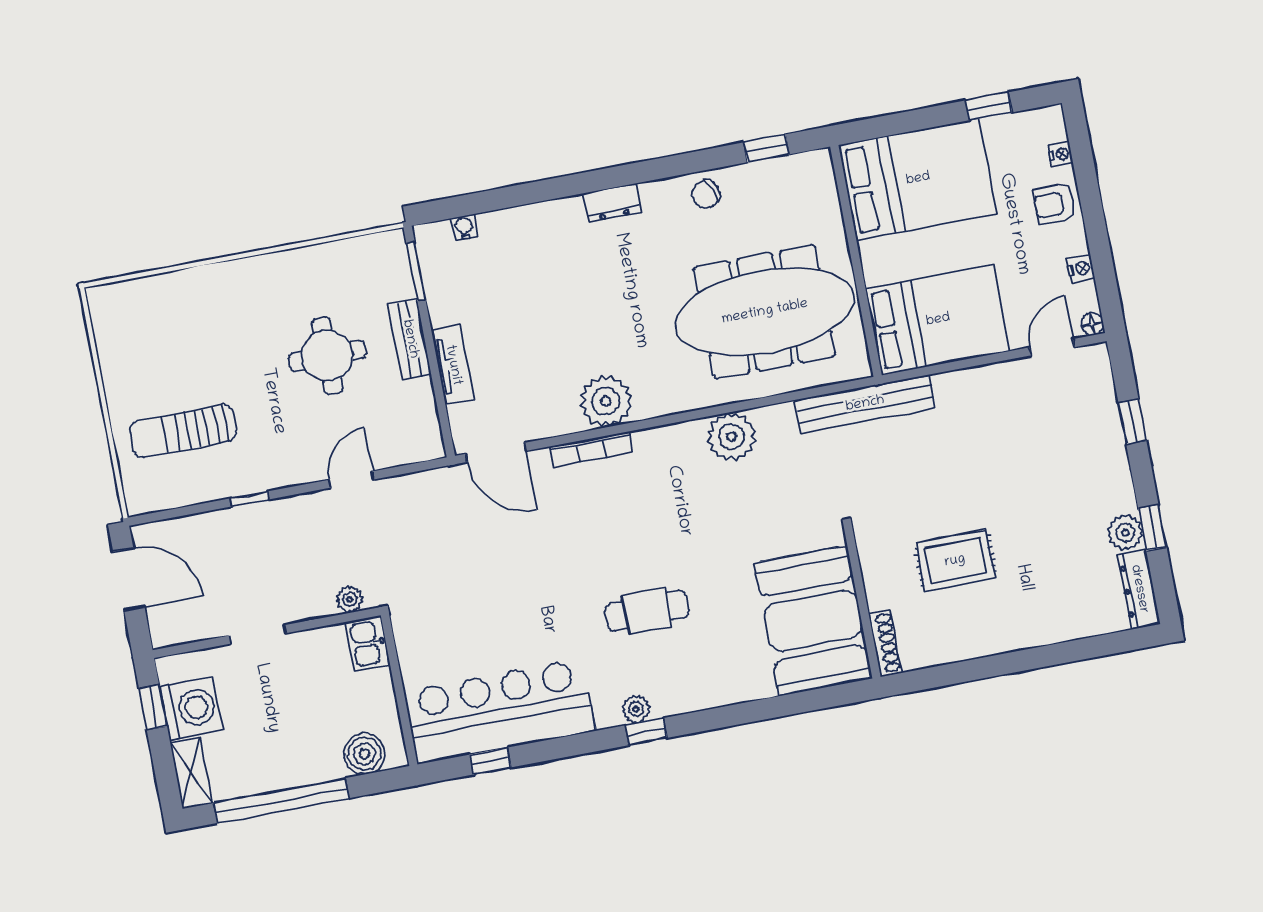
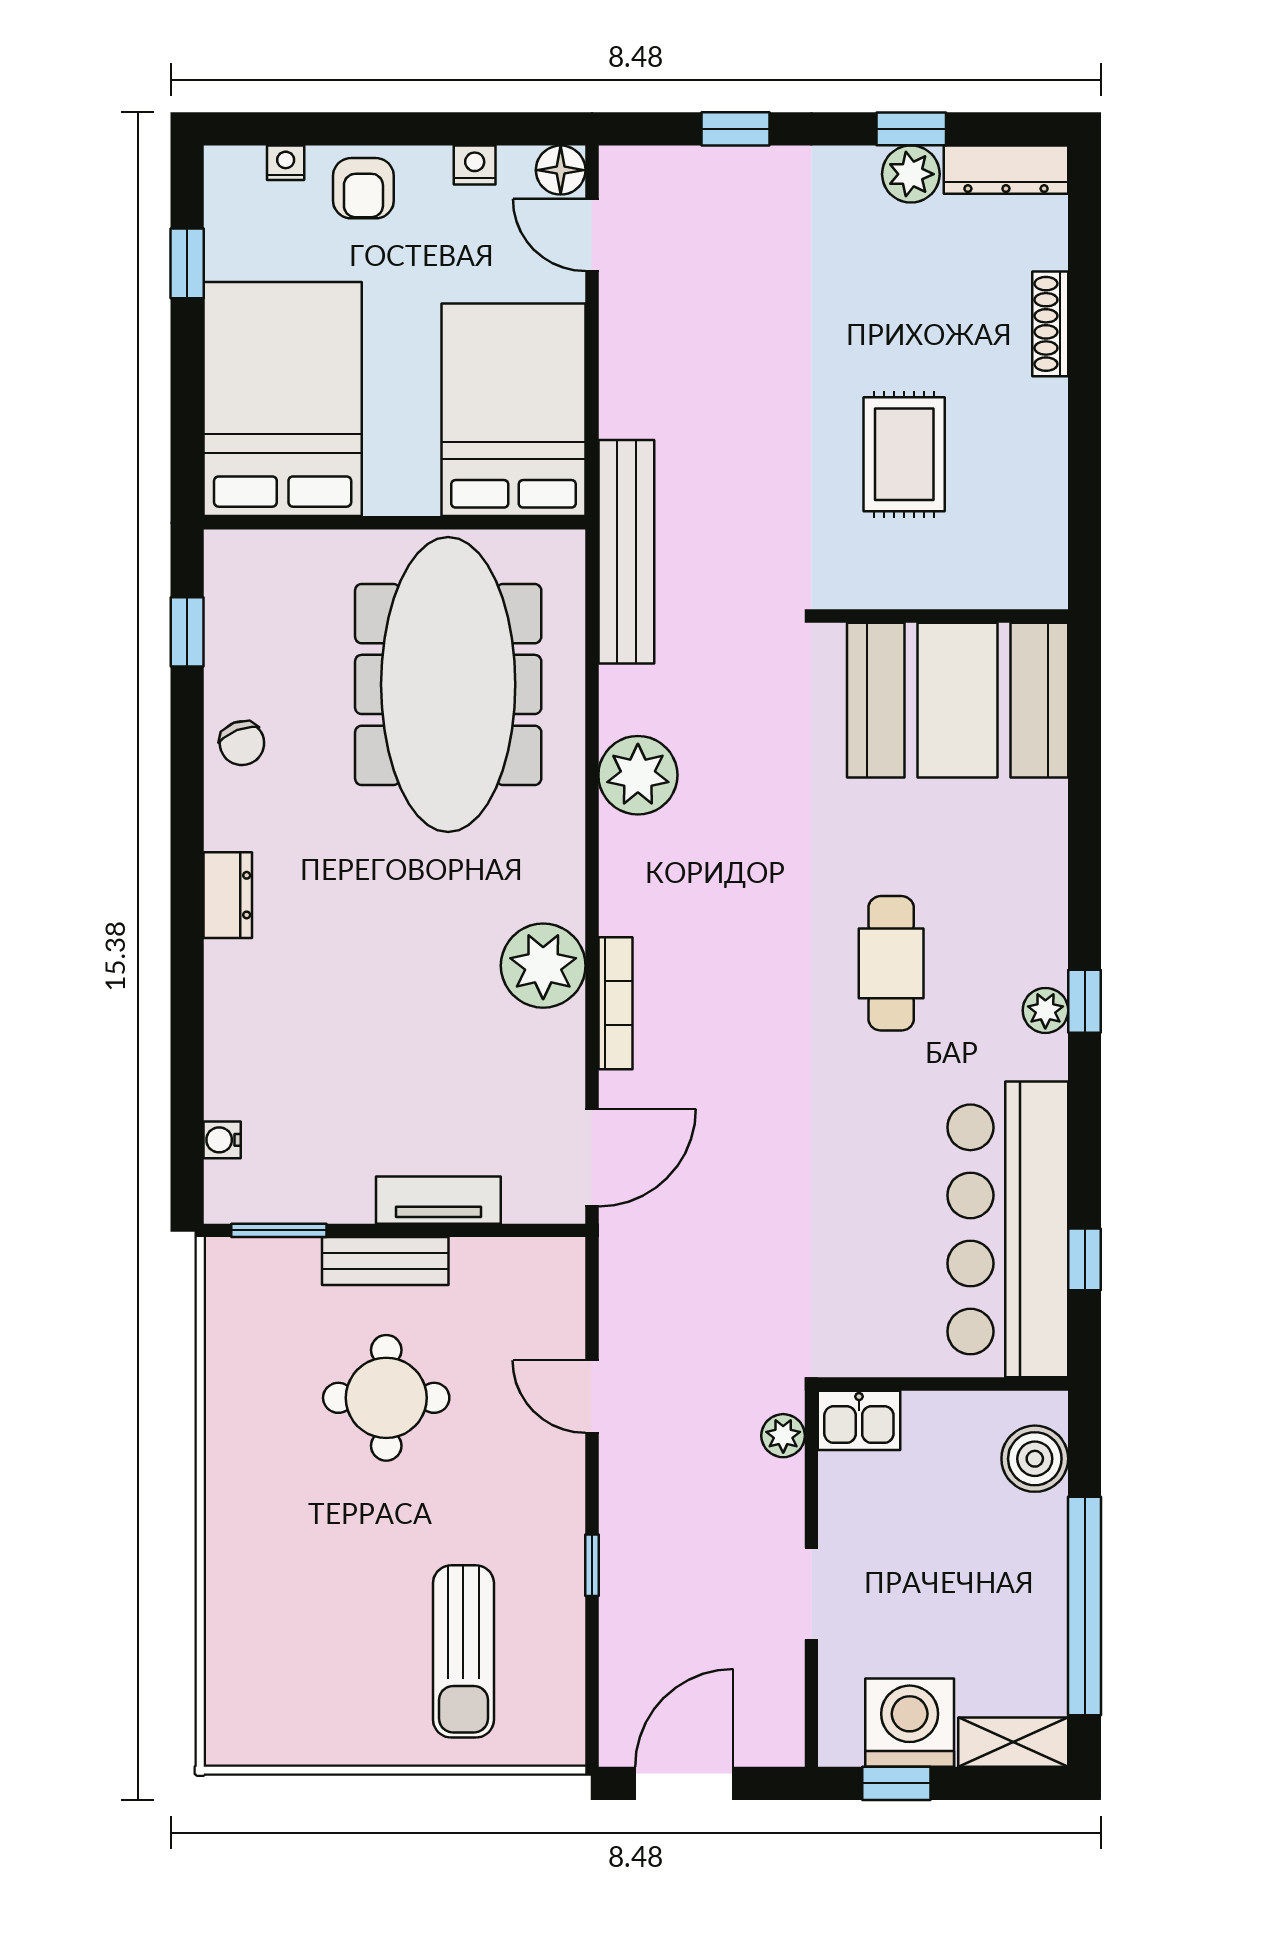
floor lamp: (1092, 324) -> (561, 170), width x1.37, depth x1.37
shoe rack: (885, 643) -> (1050, 324), moved, turned -90

